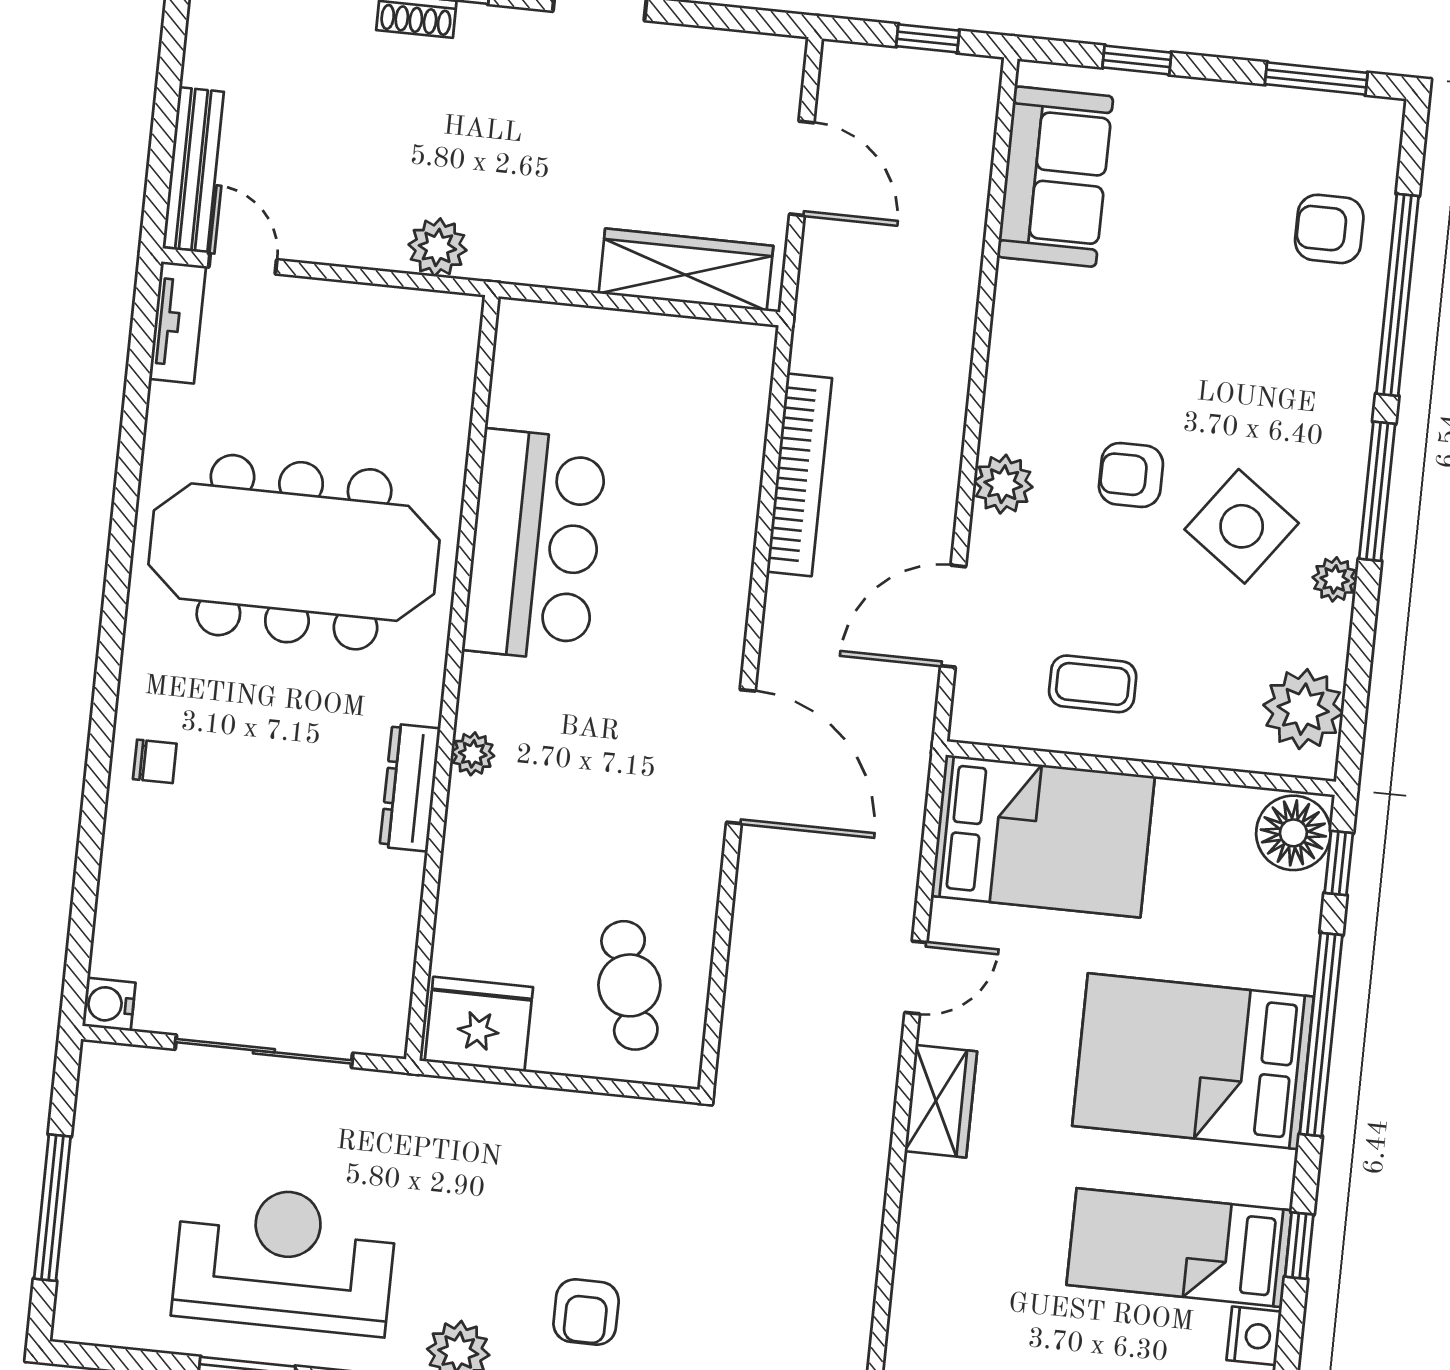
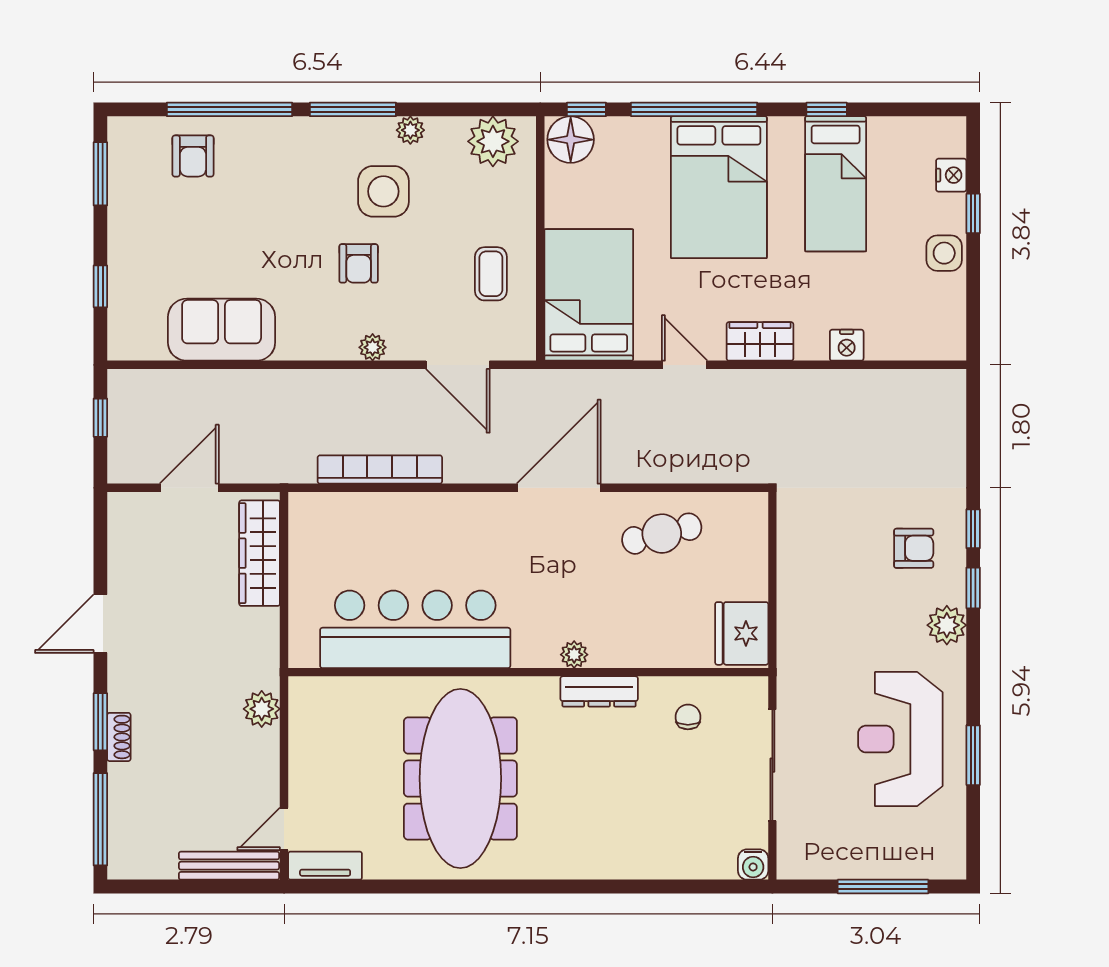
sofa: (1055, 177) -> (222, 330), moved
plant: (1003, 484) -> (373, 347), width x0.73, depth x0.73
side table: (1242, 526) -> (383, 191), turned -36
bar counter: (535, 545) -> (415, 629), width x1.36
chair: (155, 761) -> (688, 717), moved
cafe table: (629, 985) -> (662, 534), moved
nightstand: (1254, 1336) -> (847, 345), moved, turned 180

